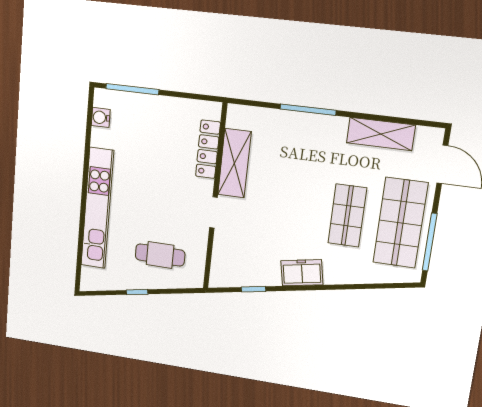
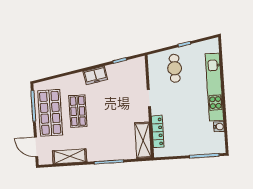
water cooler: (101, 117) -> (219, 127), moved
shelving: (235, 163) -> (143, 140), moved
cafe table: (160, 255) -> (175, 68), turned 90

